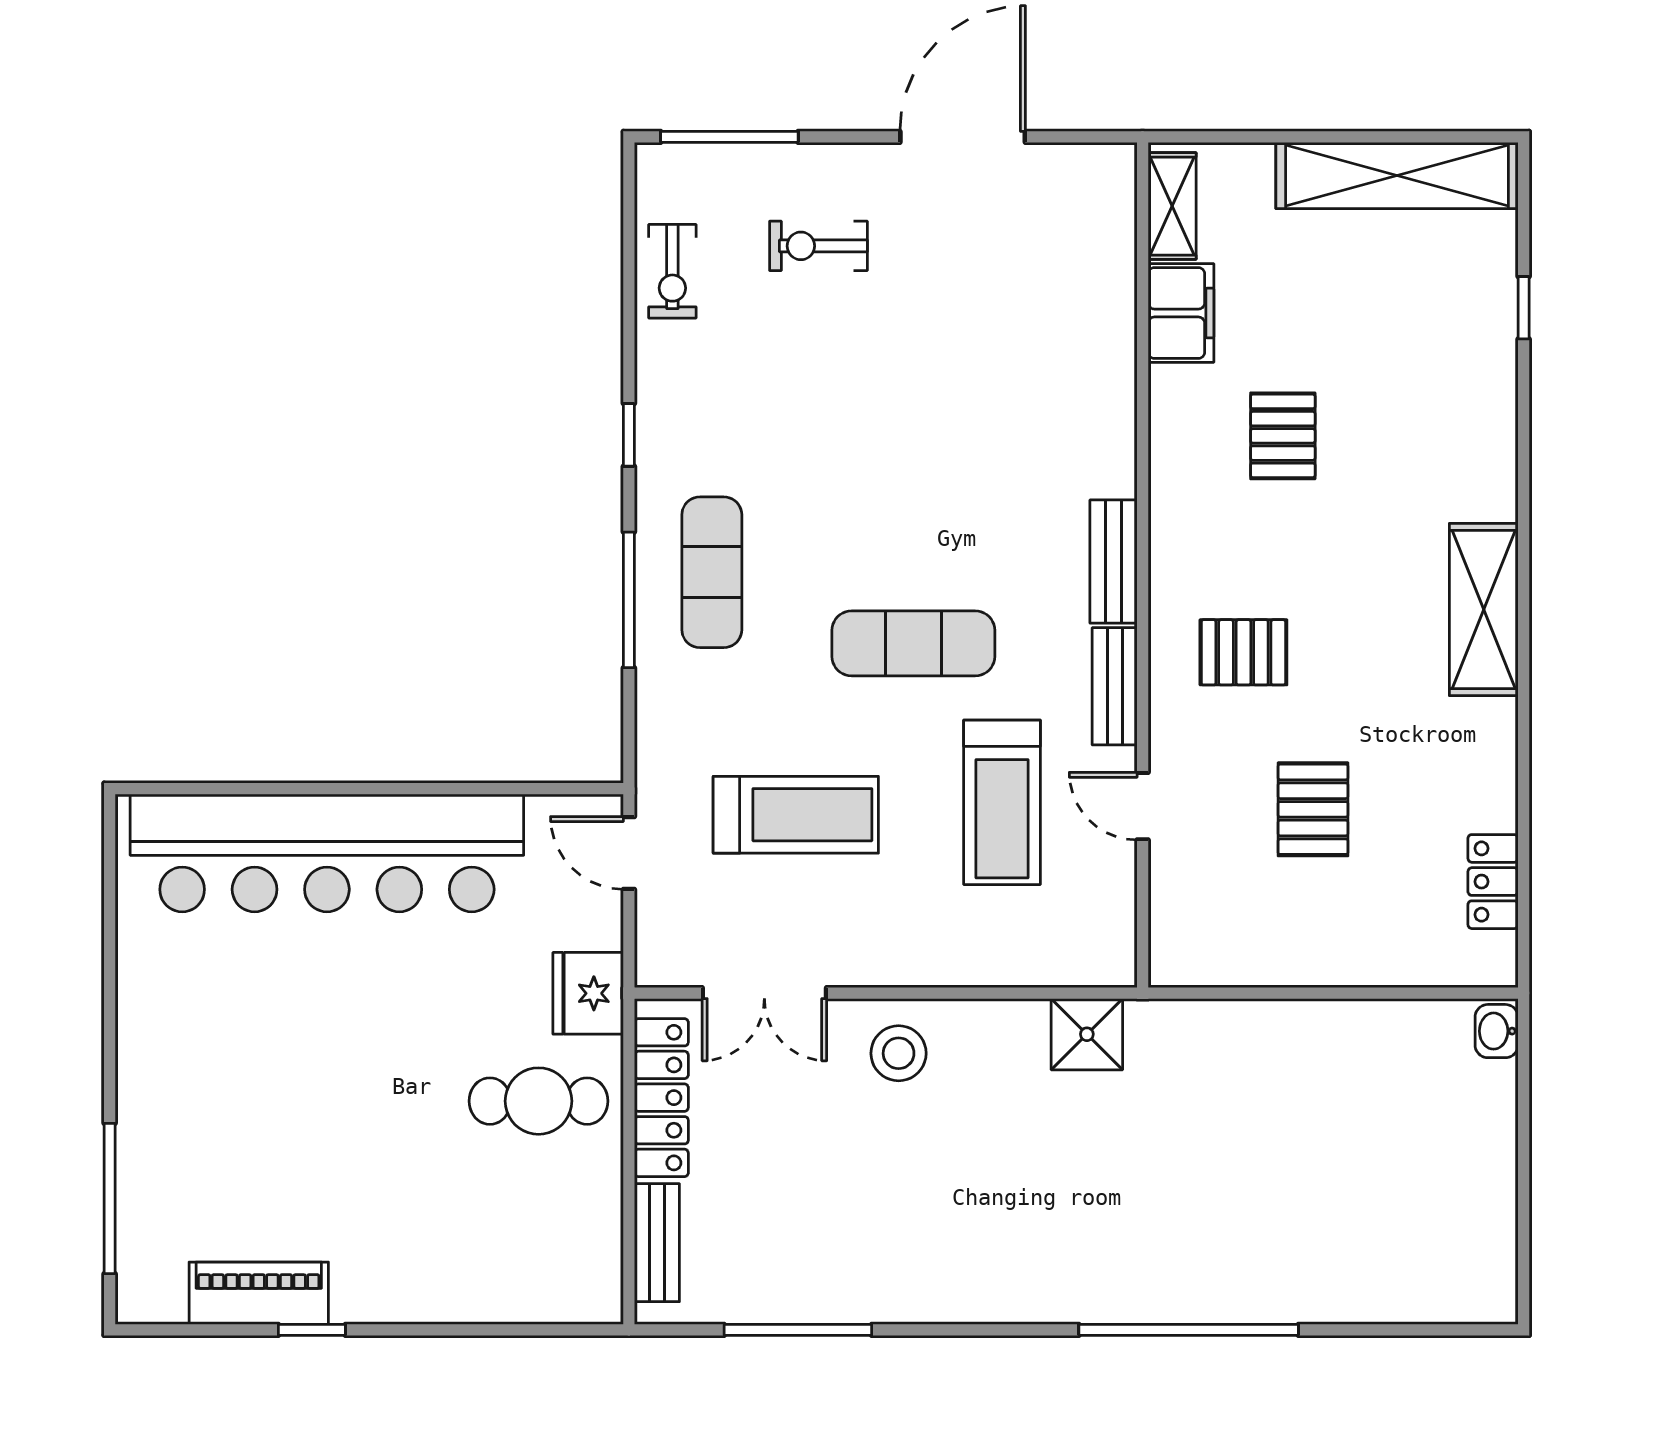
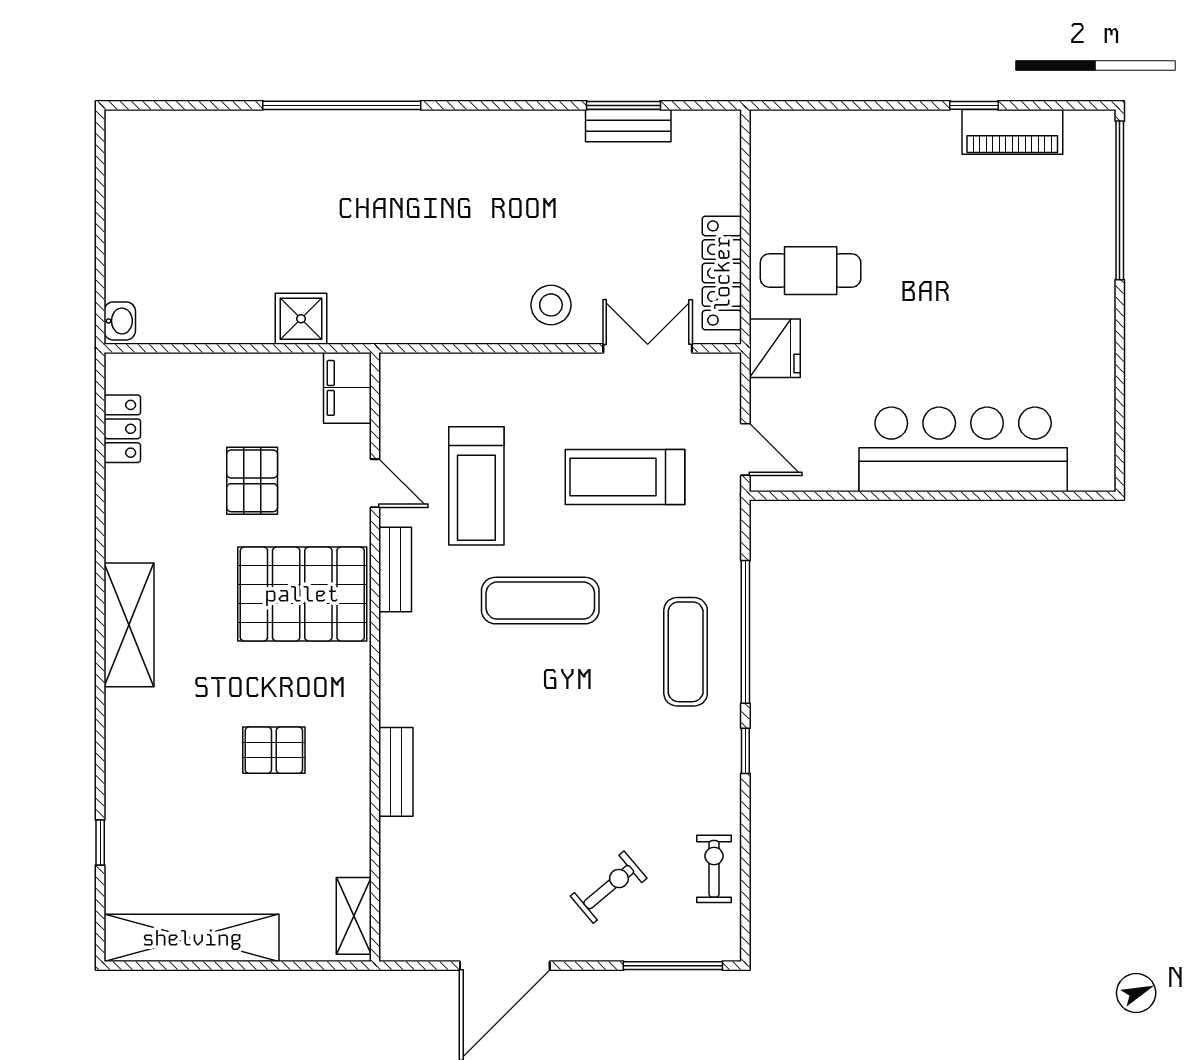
exercise bike: (818, 246) -> (609, 887), turned -40
filing cabinet: (1181, 313) -> (347, 388), moved
pallet: (1283, 436) -> (274, 750), turned 90
bench: (1113, 562) -> (396, 772), moved
window: (629, 600) -> (745, 632), width x1.46
pallet: (1243, 652) -> (302, 594), width x2.05, depth x2.00
treadmill: (1002, 802) -> (476, 486), turned 180
bar counter: (327, 853) -> (963, 449), width x0.73
shower: (1087, 1034) -> (301, 319), moved
window: (110, 1198) -> (1120, 200), width x1.46
bench: (657, 1243) -> (628, 126), moved, turned 90
window: (798, 1330) -> (623, 105), width x0.69

